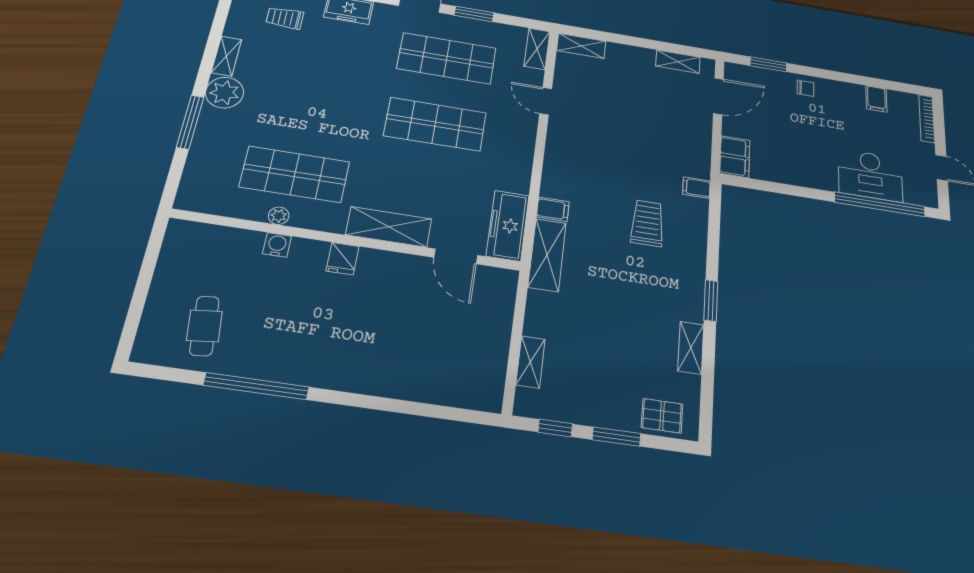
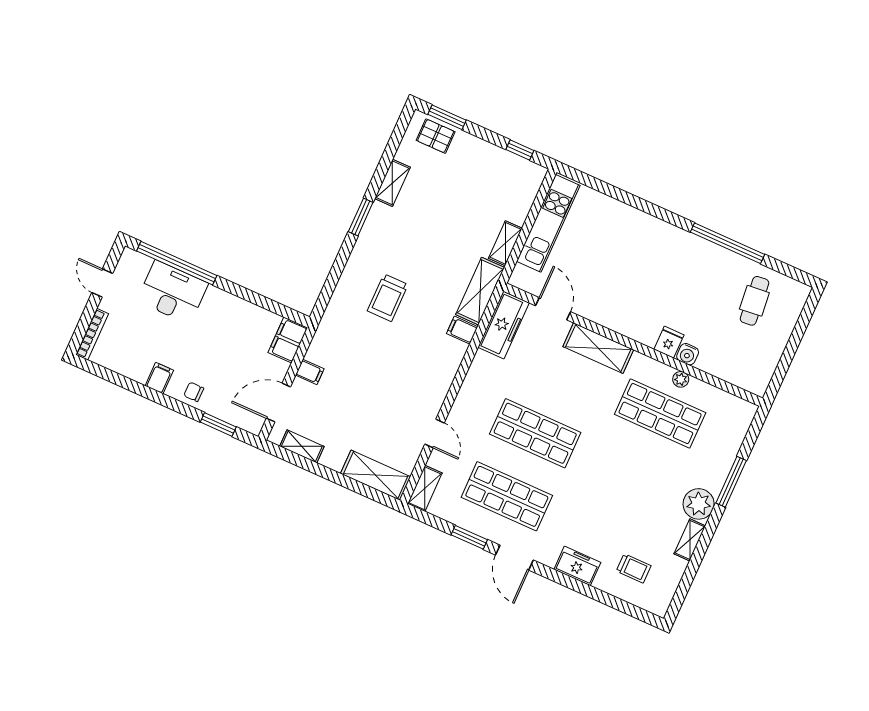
shelving: (581, 46) -> (376, 475), width x1.50, depth x1.33
filing cabinet: (876, 99) -> (159, 378), moved
filing cabinet: (696, 188) -> (310, 372), moved
fridge: (343, 259) -> (669, 342), moved
kitchen unit: (492, 350) -> (548, 223), added
shelving: (530, 362) -> (505, 243), moved
window: (617, 437) -> (447, 117), moved

